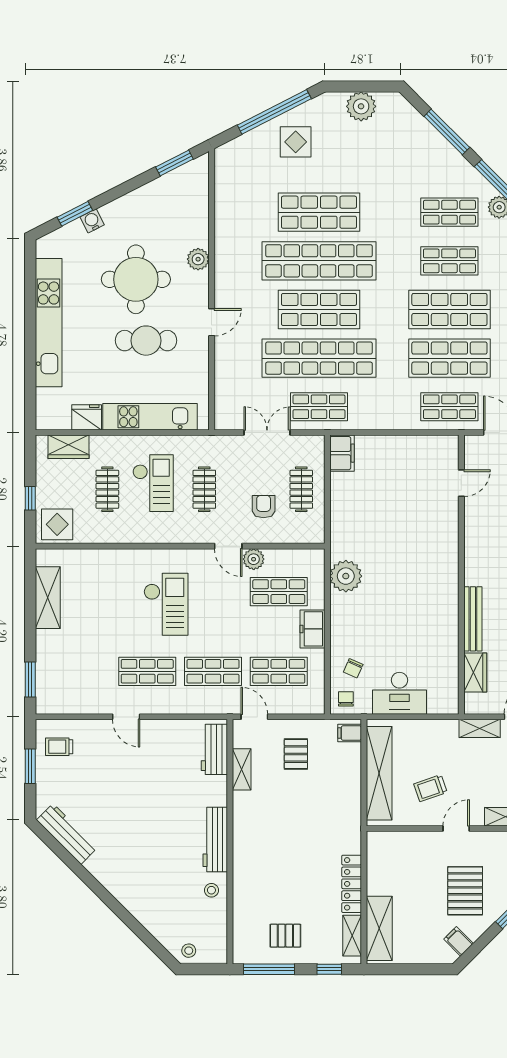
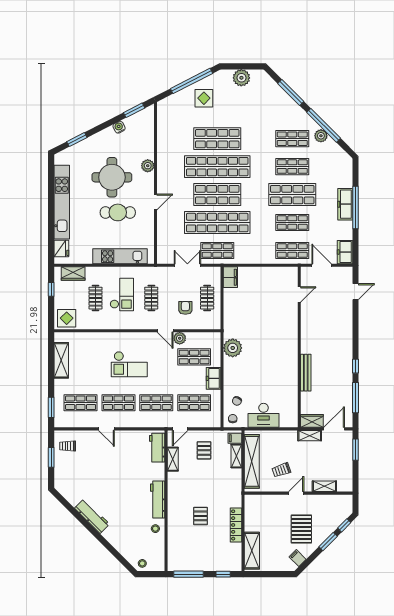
water cooler: (92, 221) -> (119, 127), moved
shop shelf: (449, 358) -> (292, 223), width x0.70, depth x0.74
fridge: (87, 417) -> (61, 248), moved, turned 90
window: (30, 498) -> (51, 289), moved
checkout: (166, 604) -> (129, 364), turned 90
shop shelf: (81, 671) -> (81, 403), added
wardrobe: (475, 672) -> (312, 421), moved, turned -90
door: (254, 717) -> (180, 429), swing flipped
workbench: (67, 834) -> (92, 516), moved
pallet: (285, 936) -> (200, 516), moved, turned 90
shelving: (352, 936) -> (236, 456), moved

